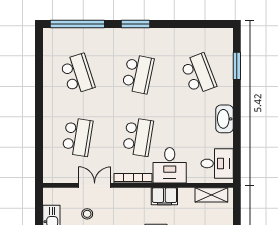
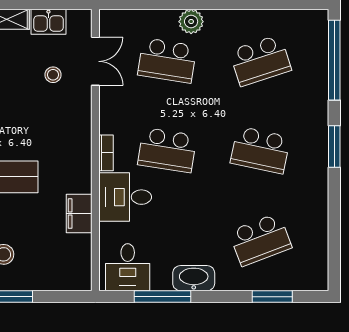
plant: (51, 121) -> (191, 22), added
window: (237, 140) -> (162, 297), added
bookcase: (133, 178) -> (106, 153), width x0.64
double door: (95, 185) -> (95, 61), moved
shelving: (211, 195) -> (81, 259), removed
filing cabinet: (164, 196) -> (79, 214), moved

